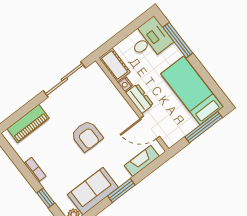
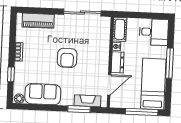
window: (178, 40) -> (170, 63), moved
door: (150, 128) -> (109, 85), swing flipped
window: (121, 190) -> (79, 109), moved

